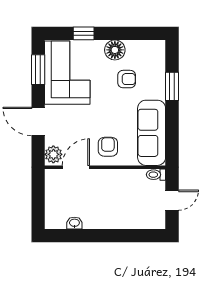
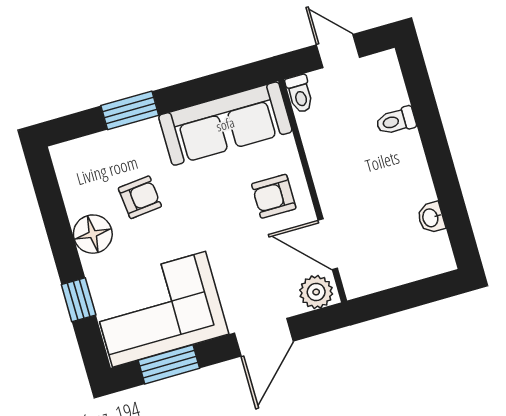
armchair: (127, 79) -> (140, 197), turned 84
toilet: (128, 219) -> (396, 121), added

